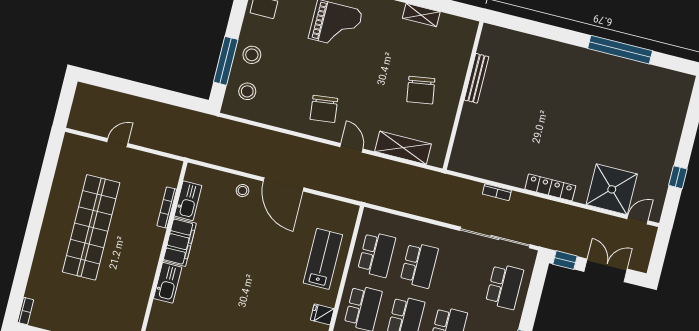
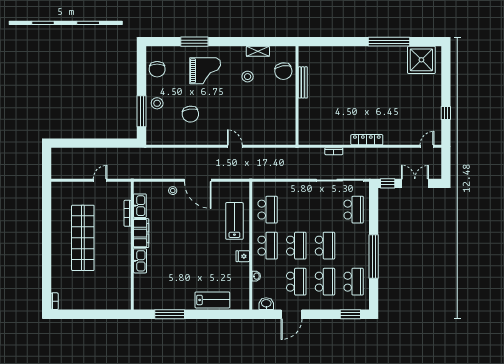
chair: (421, 90) -> (283, 71), moved
stool: (247, 91) -> (248, 77), moved
chair: (324, 109) -> (190, 114), moved
door: (117, 143) -> (100, 180), moved
shelving: (403, 148) -> (267, 138), removed
shower: (612, 189) -> (421, 60), moved
school desk: (419, 265) -> (296, 210), removed

